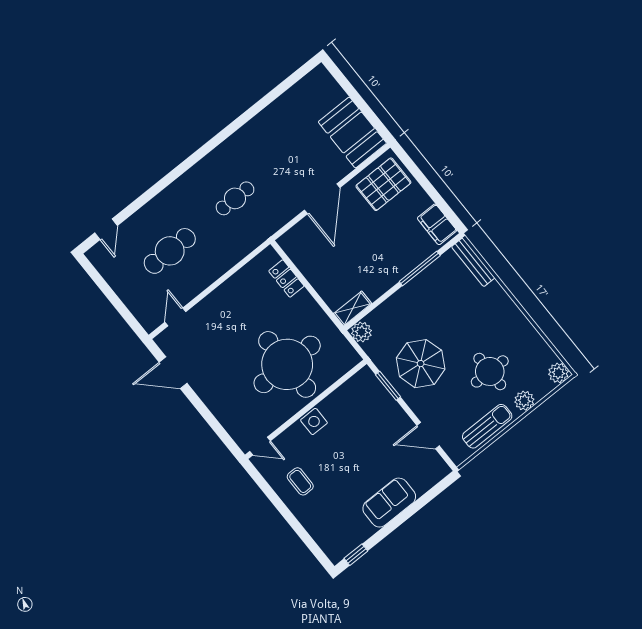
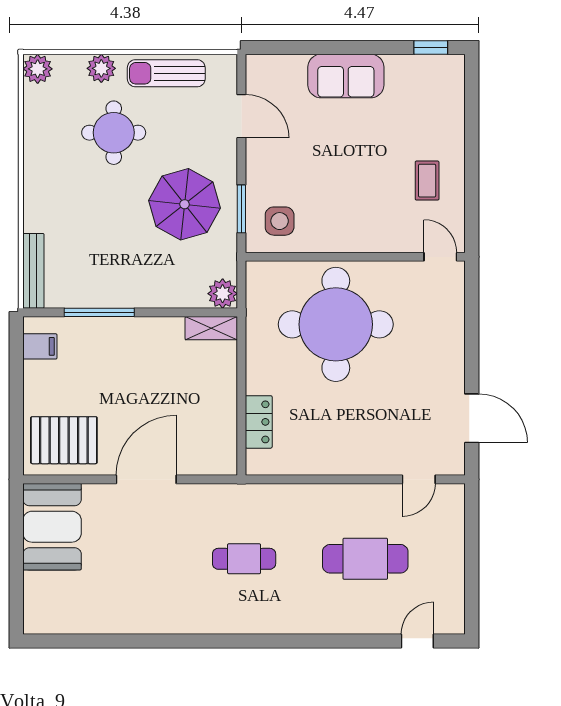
filing cabinet: (437, 224) -> (40, 346), width x0.50
side table: (314, 421) -> (280, 221), moved

